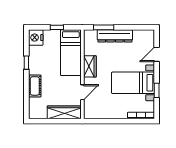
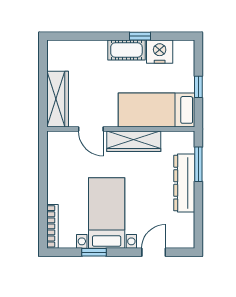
nightstand: (36, 38) -> (160, 52), moved
door: (157, 54) -> (154, 252), hinge flipped
wardrobe: (90, 66) -> (134, 141), width x1.50
cot: (35, 86) -> (126, 50), moved

